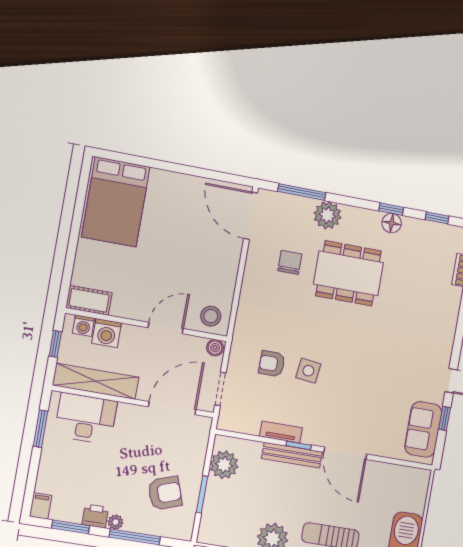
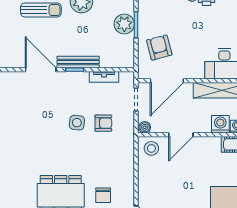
tv unit: (281, 432) -> (104, 77), moved
plant: (224, 465) -> (124, 24), moved
armchair: (165, 493) -> (159, 48), moved, turned 94

